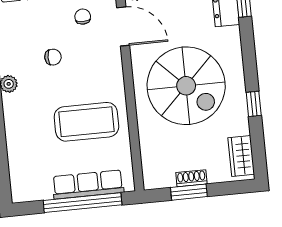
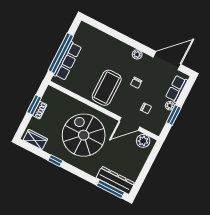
spiral stairs: (186, 86) -> (84, 135), turned 90
coffee table: (86, 122) -> (107, 88), moved

